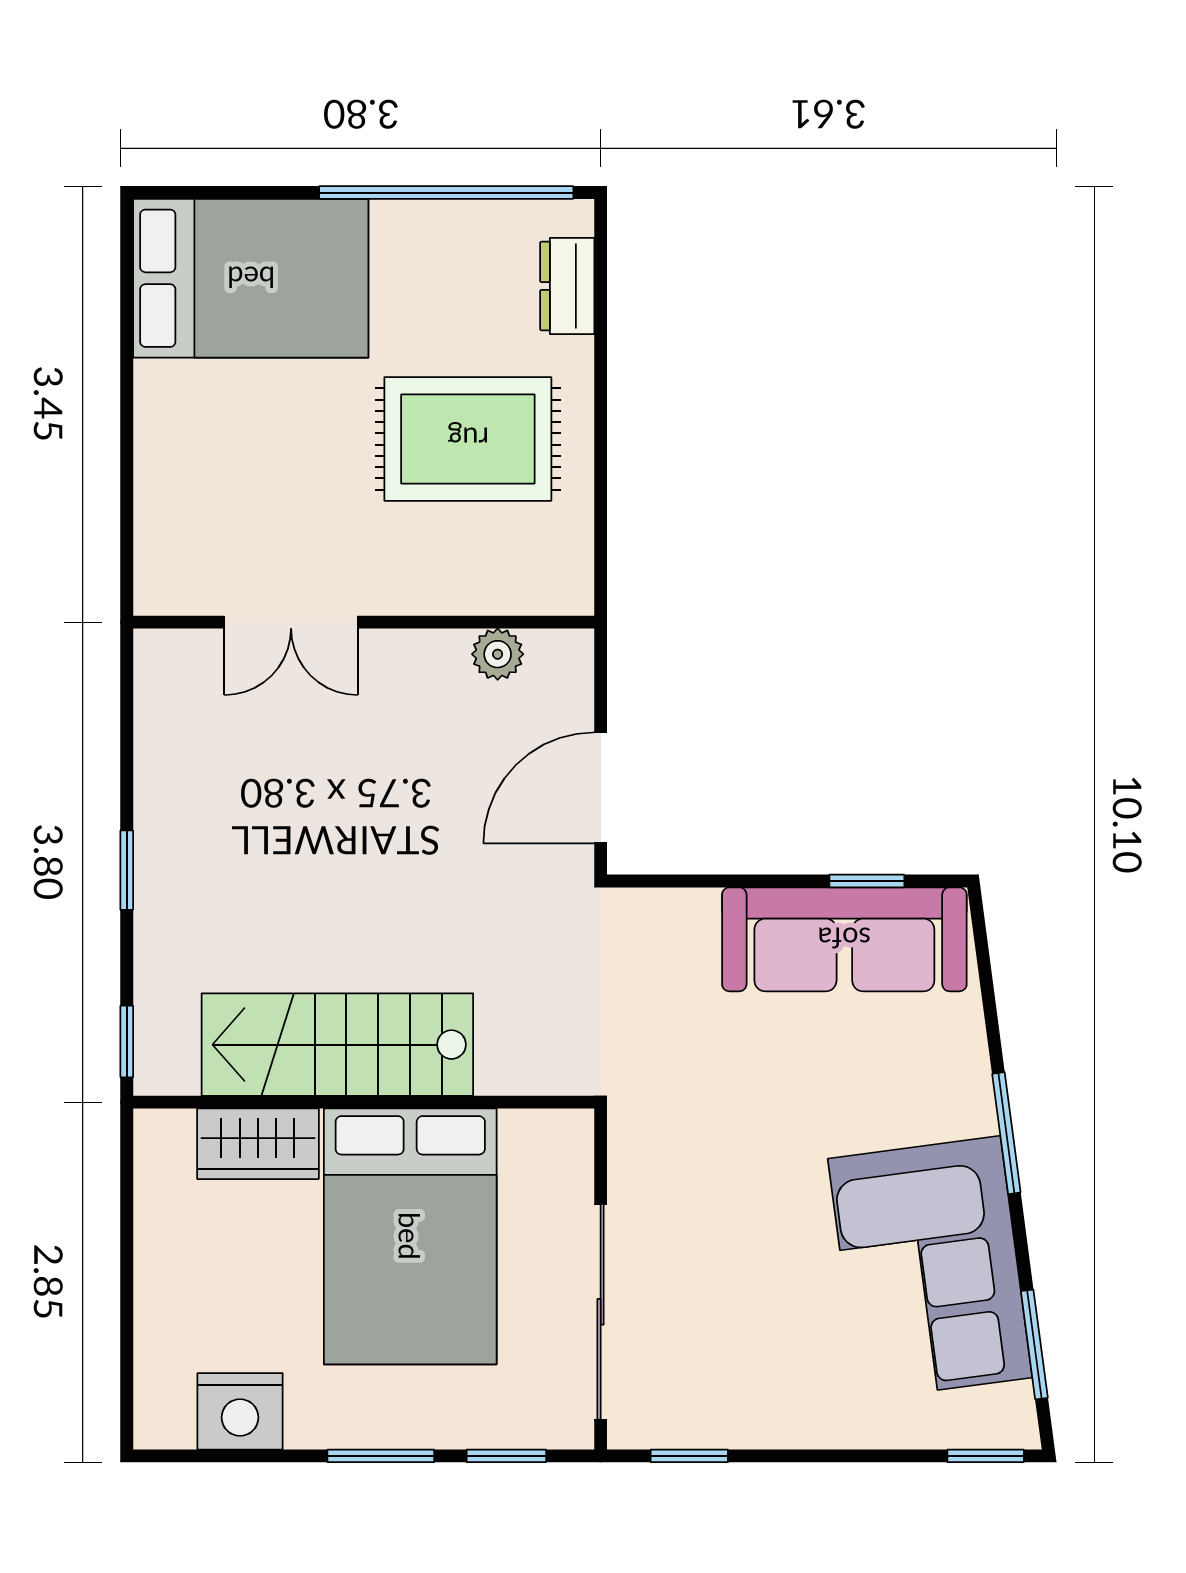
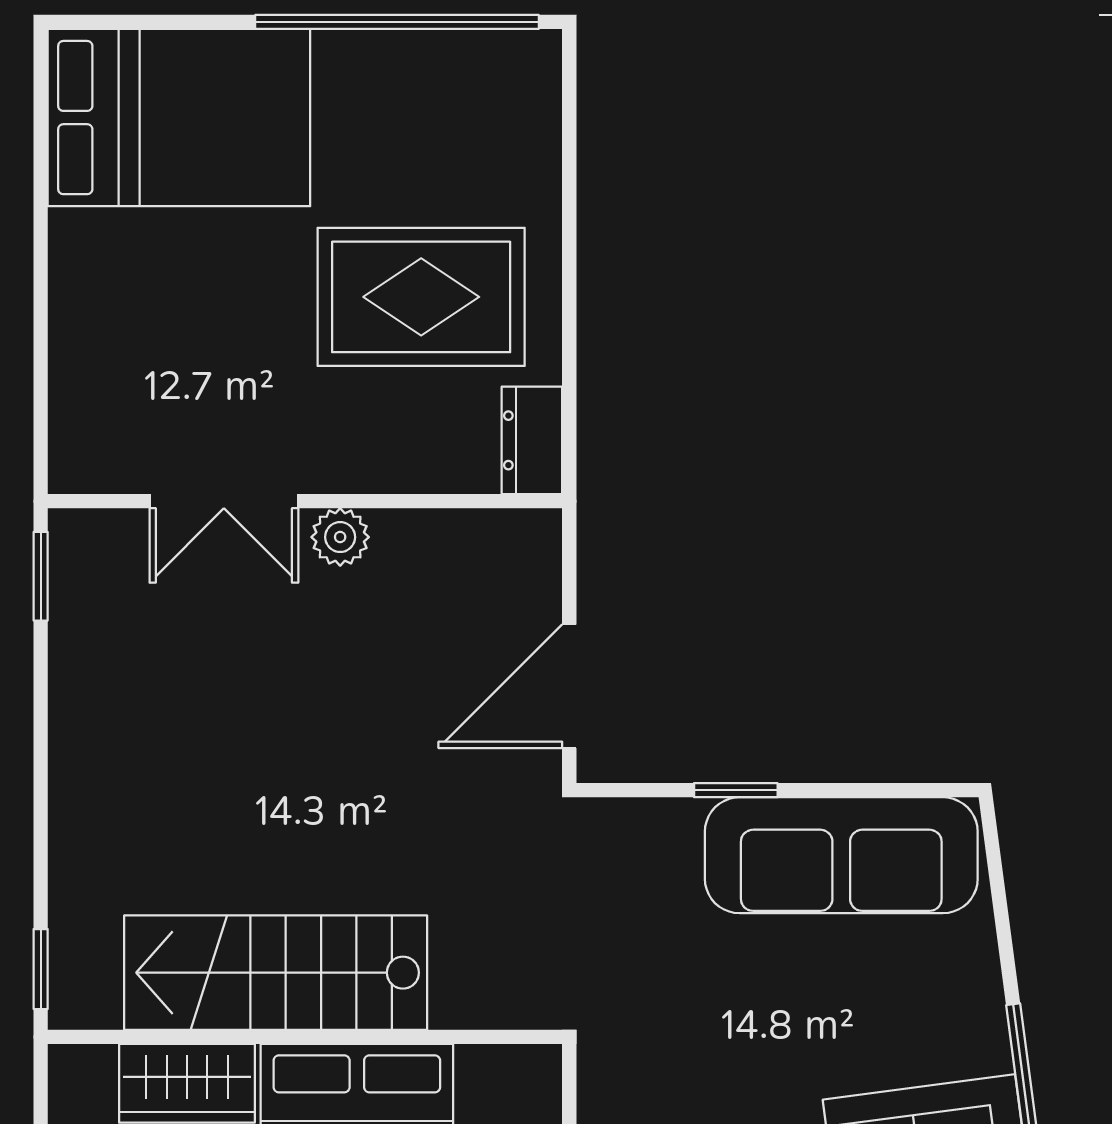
dresser: (567, 286) -> (532, 440), moved
plant: (498, 654) -> (340, 537), moved
window: (127, 870) -> (41, 576), moved
window: (867, 881) -> (736, 790), moved

